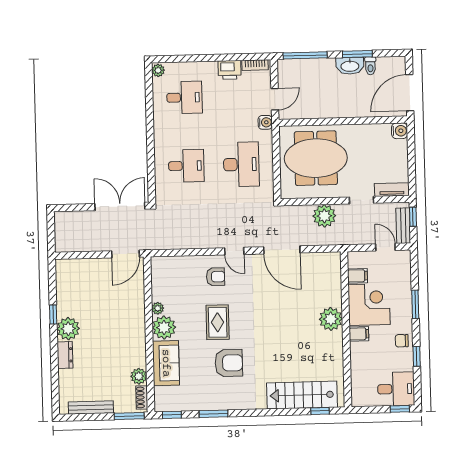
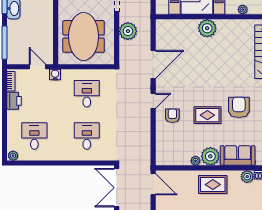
desk: (241, 164) -> (87, 94), width x0.73
rug: (127, 332) -> (213, 185), added
plant: (356, 365) -> (243, 10), added

